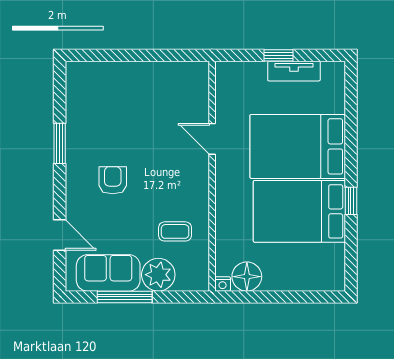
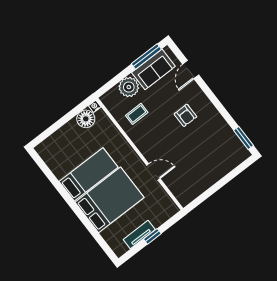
window: (60, 143) -> (243, 138), moved
window: (351, 201) -> (64, 193), removed
bed: (299, 211) -> (89, 174), width x0.67
door: (60, 235) -> (191, 70), hinge flipped
window: (125, 297) -> (146, 57), moved

